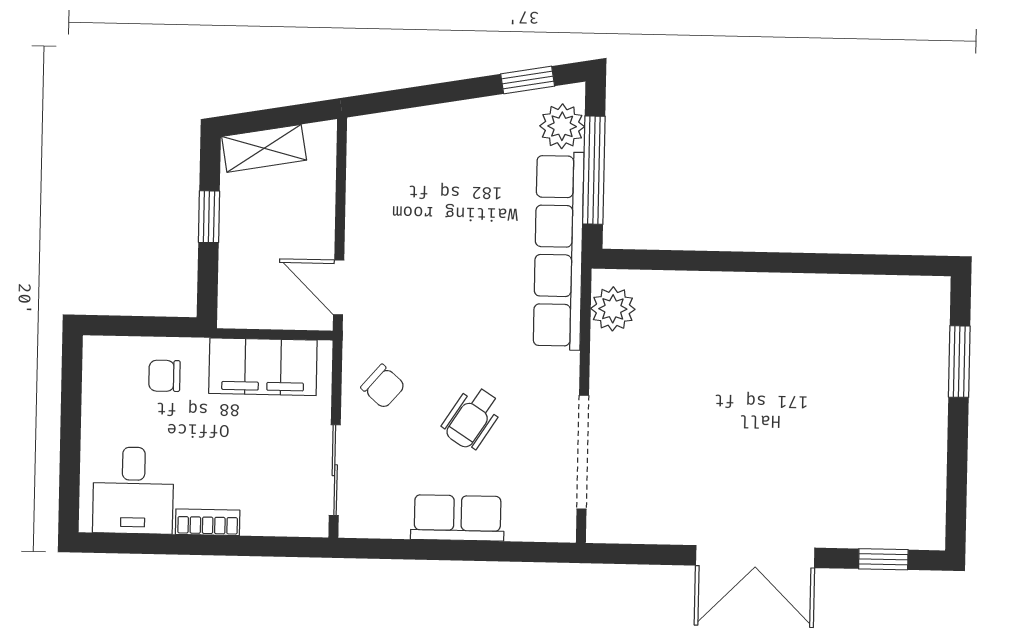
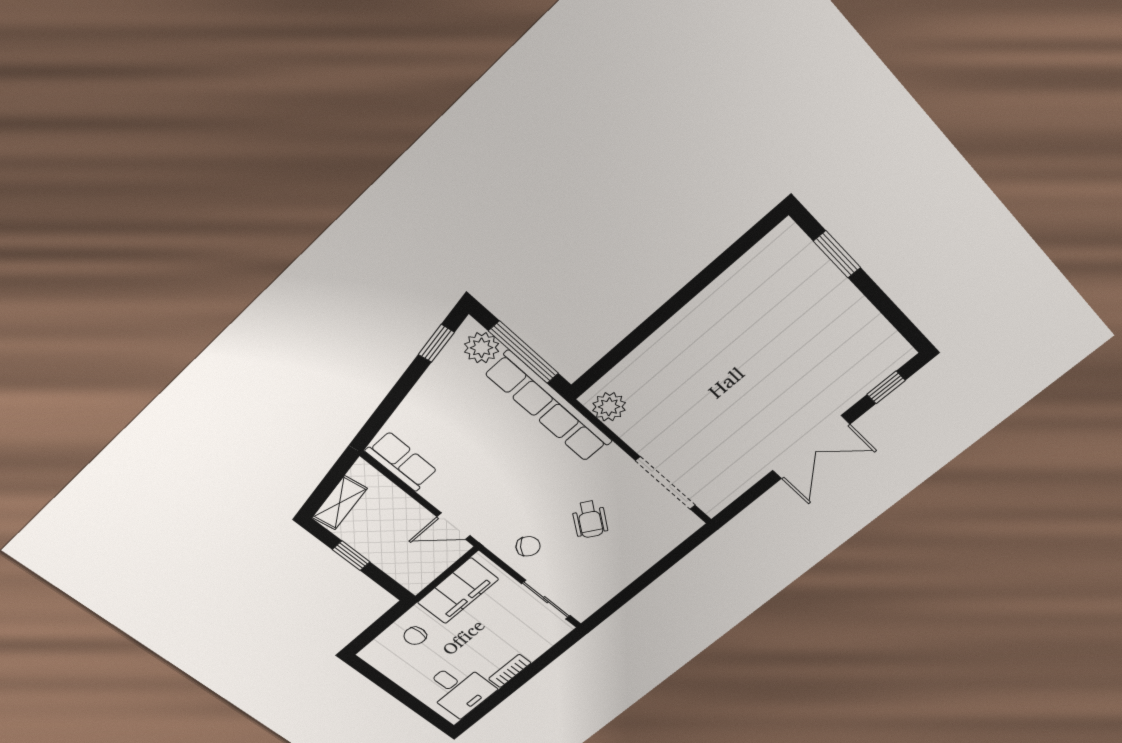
row of seats: (458, 518) -> (402, 461), moved, turned 90

